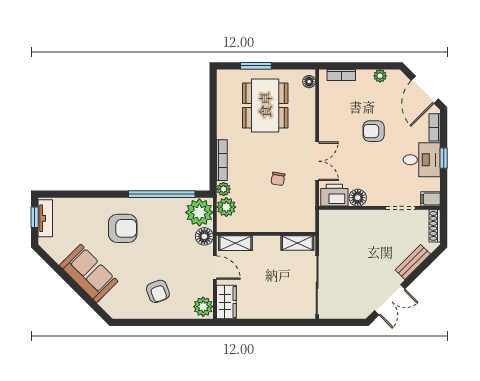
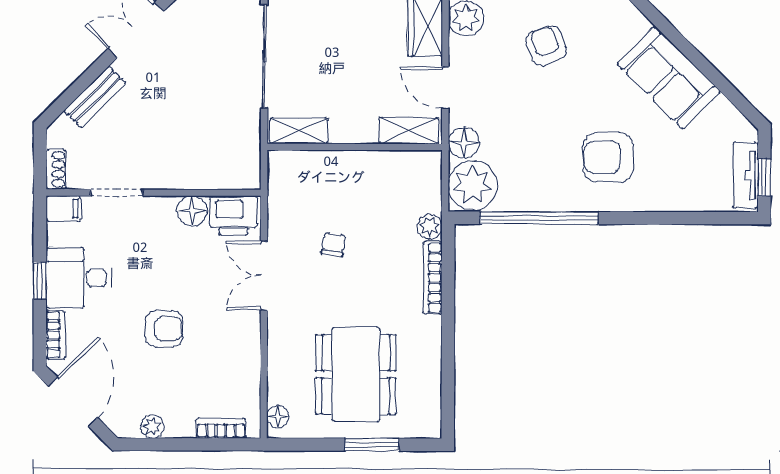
plant: (226, 207) -> (425, 195), removed
shoe rack: (435, 226) -> (56, 169), width x0.70

